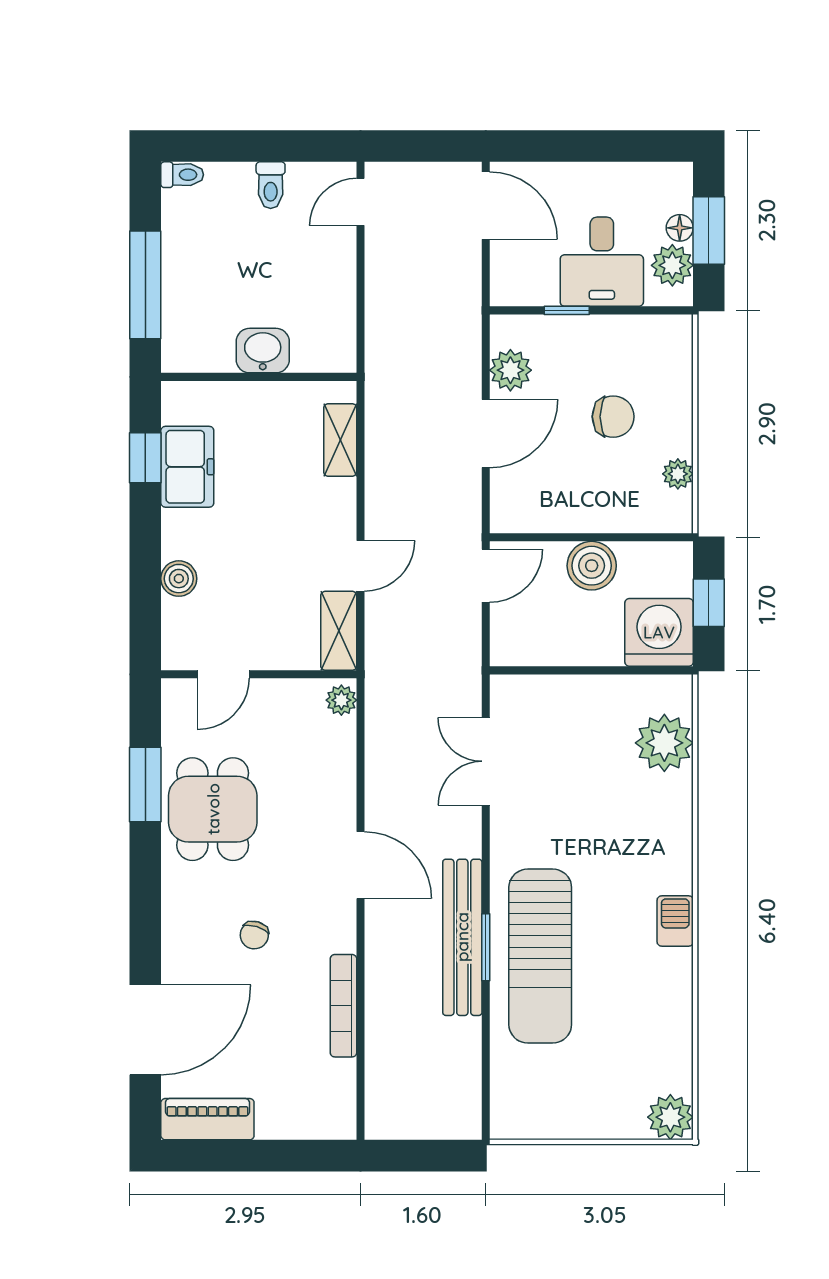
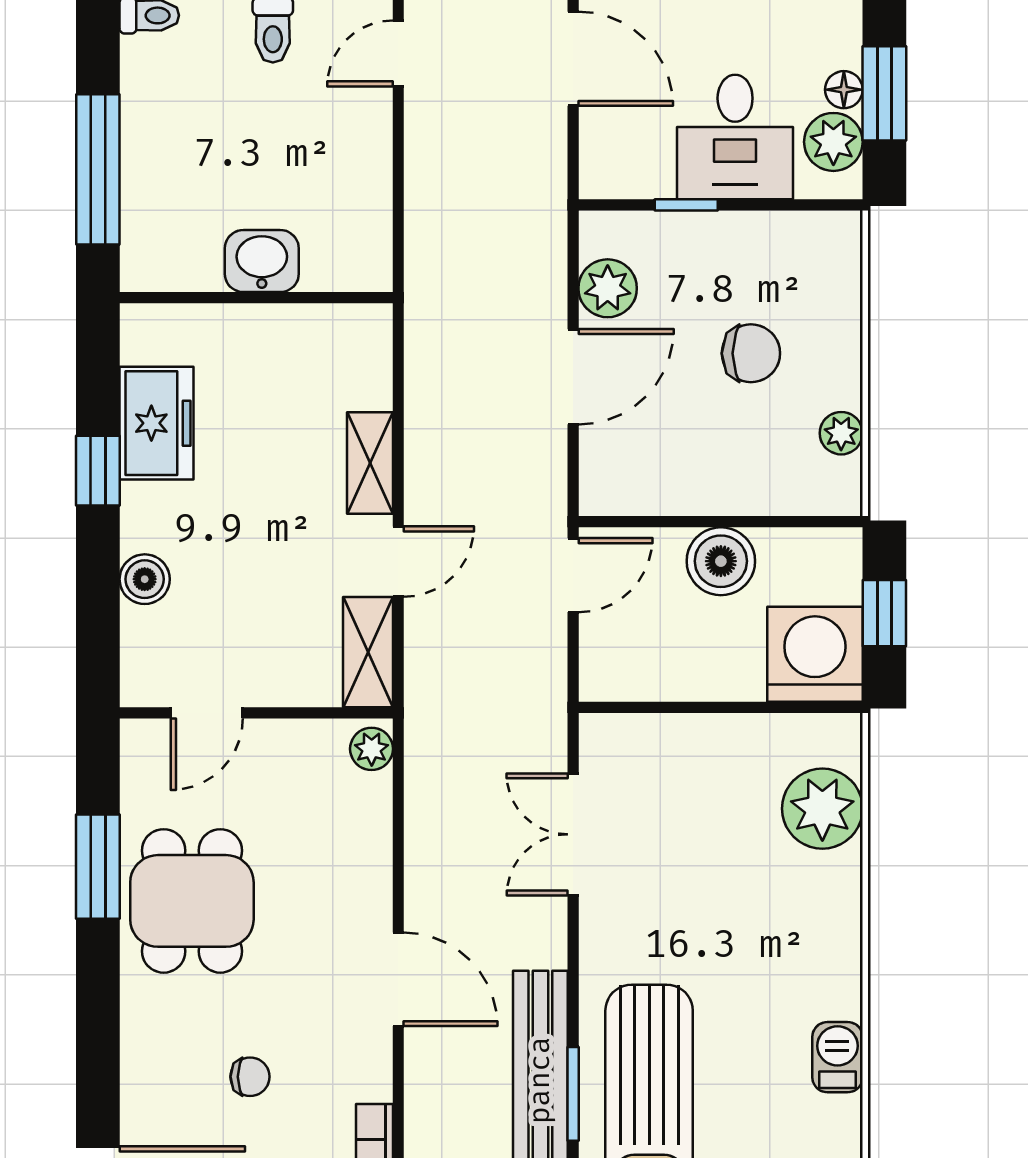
shelving: (340, 440) -> (370, 463), moved
window: (145, 458) -> (98, 471), moved
chair: (254, 935) -> (250, 1077), turned -107

